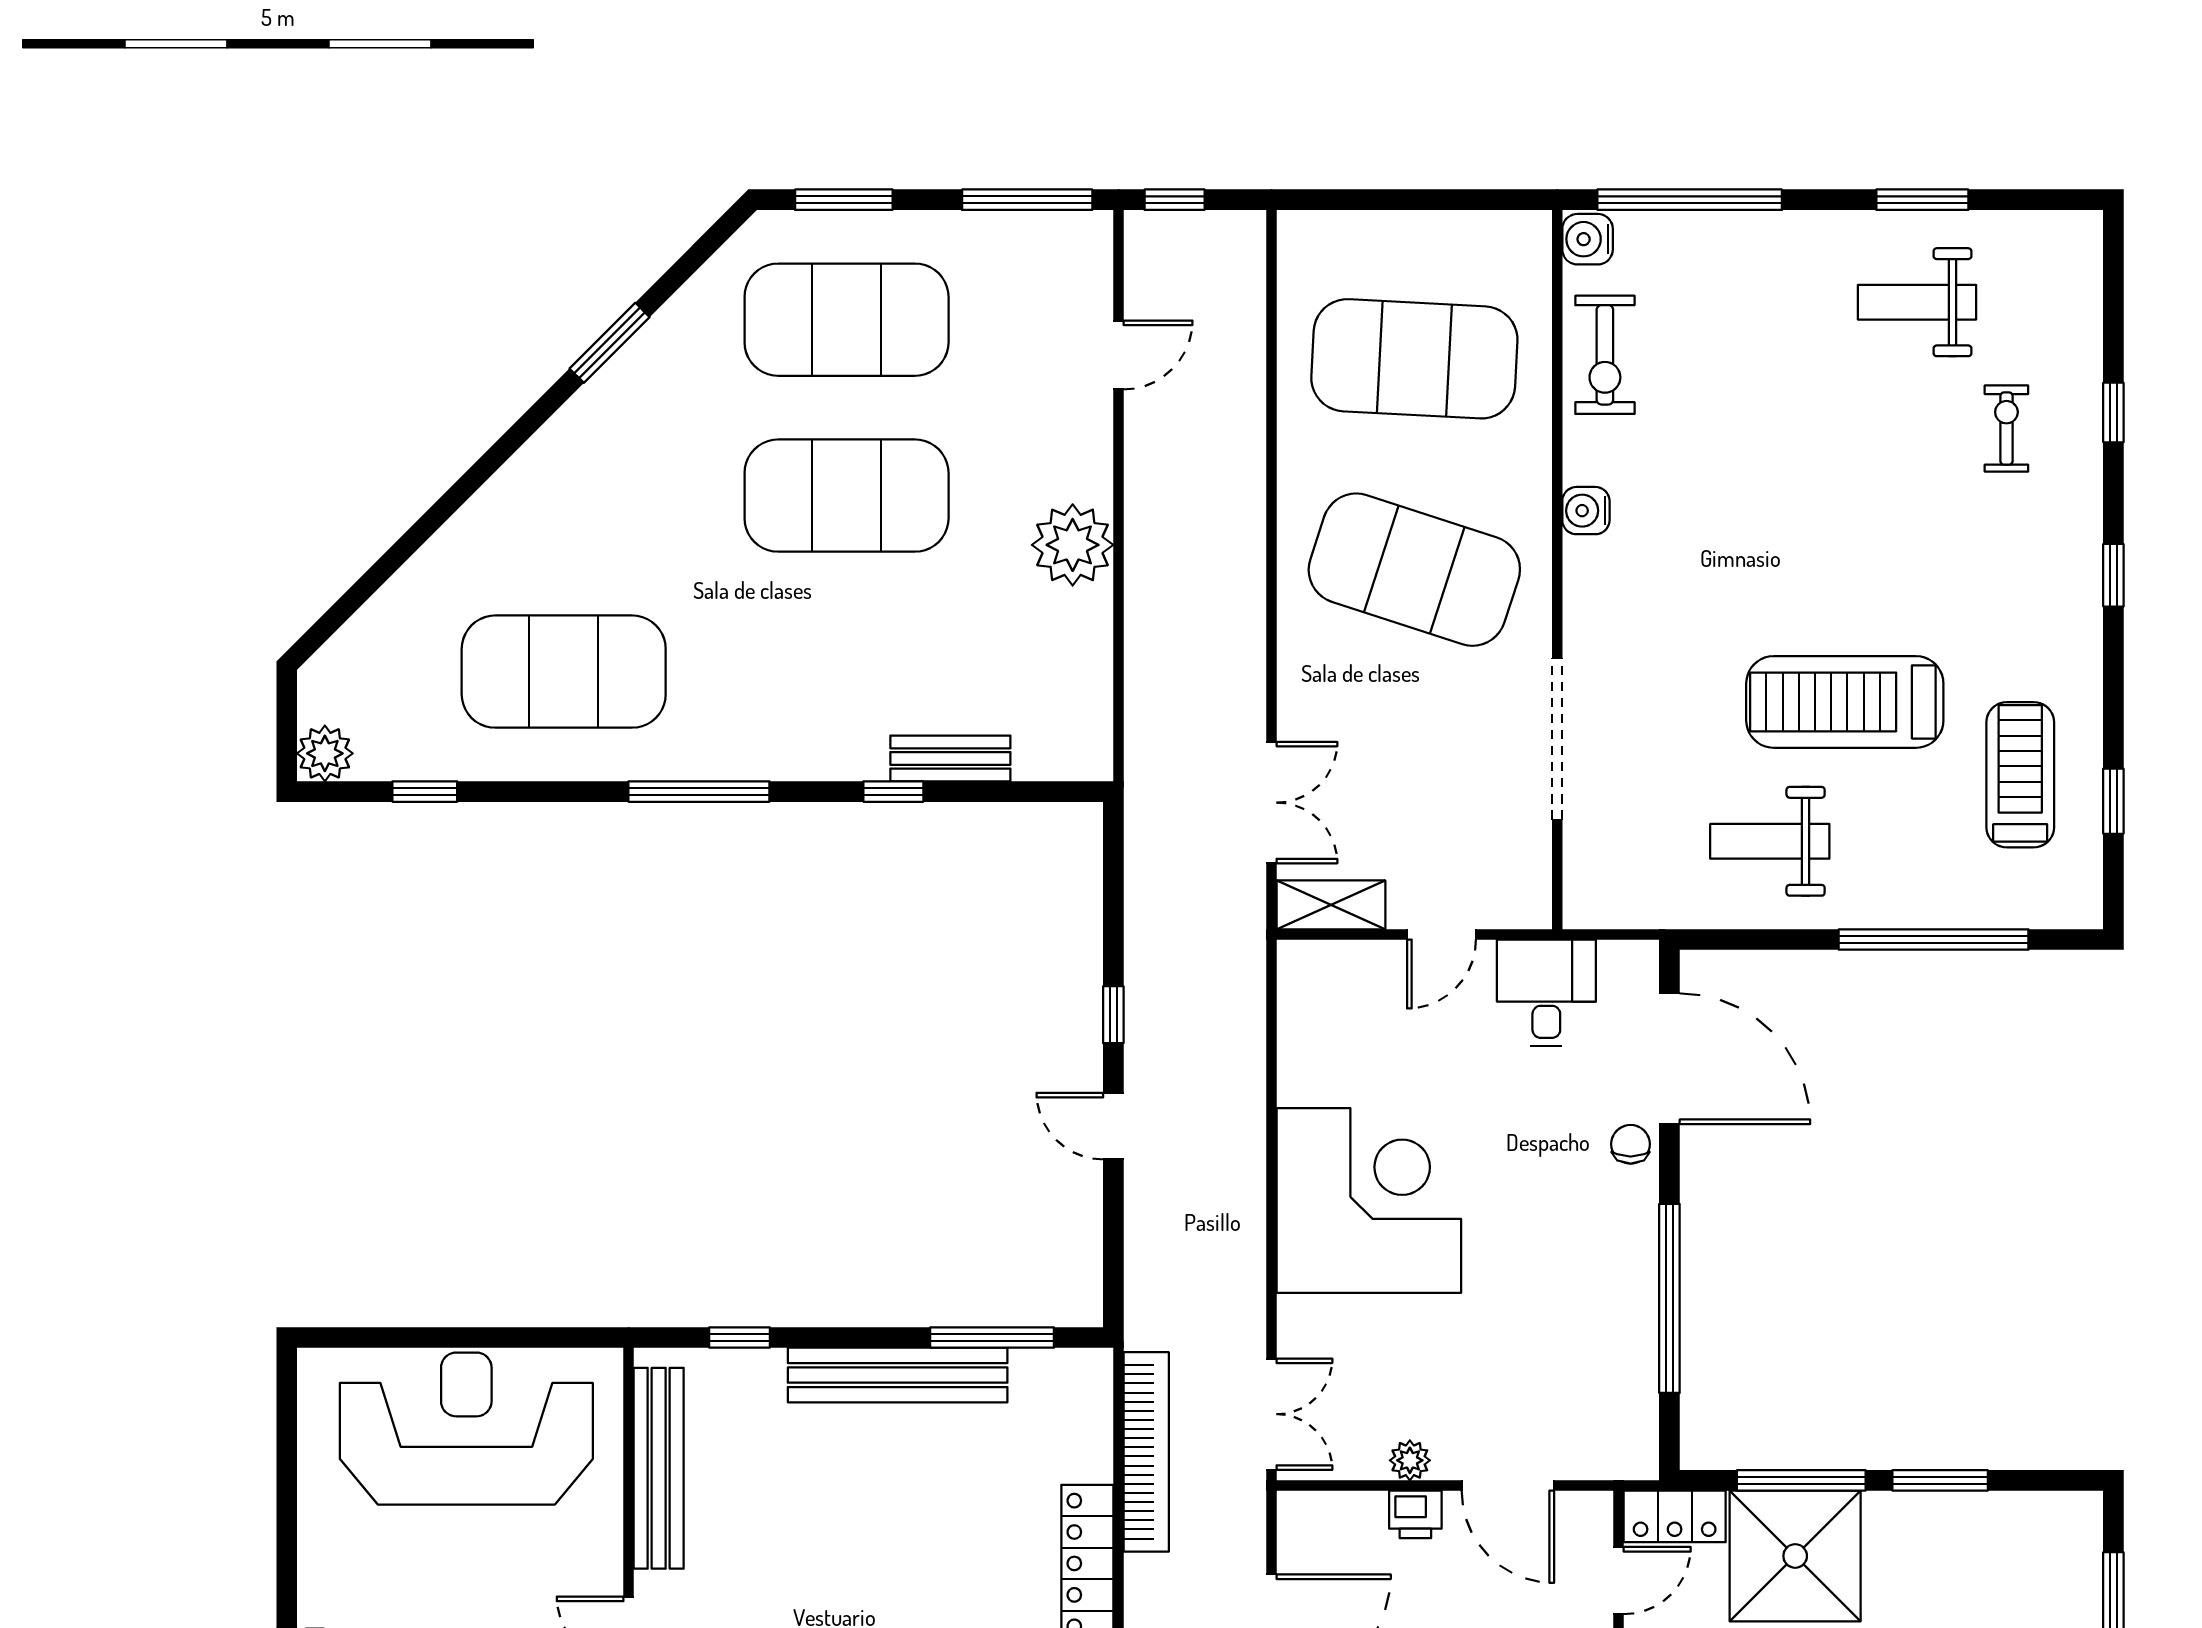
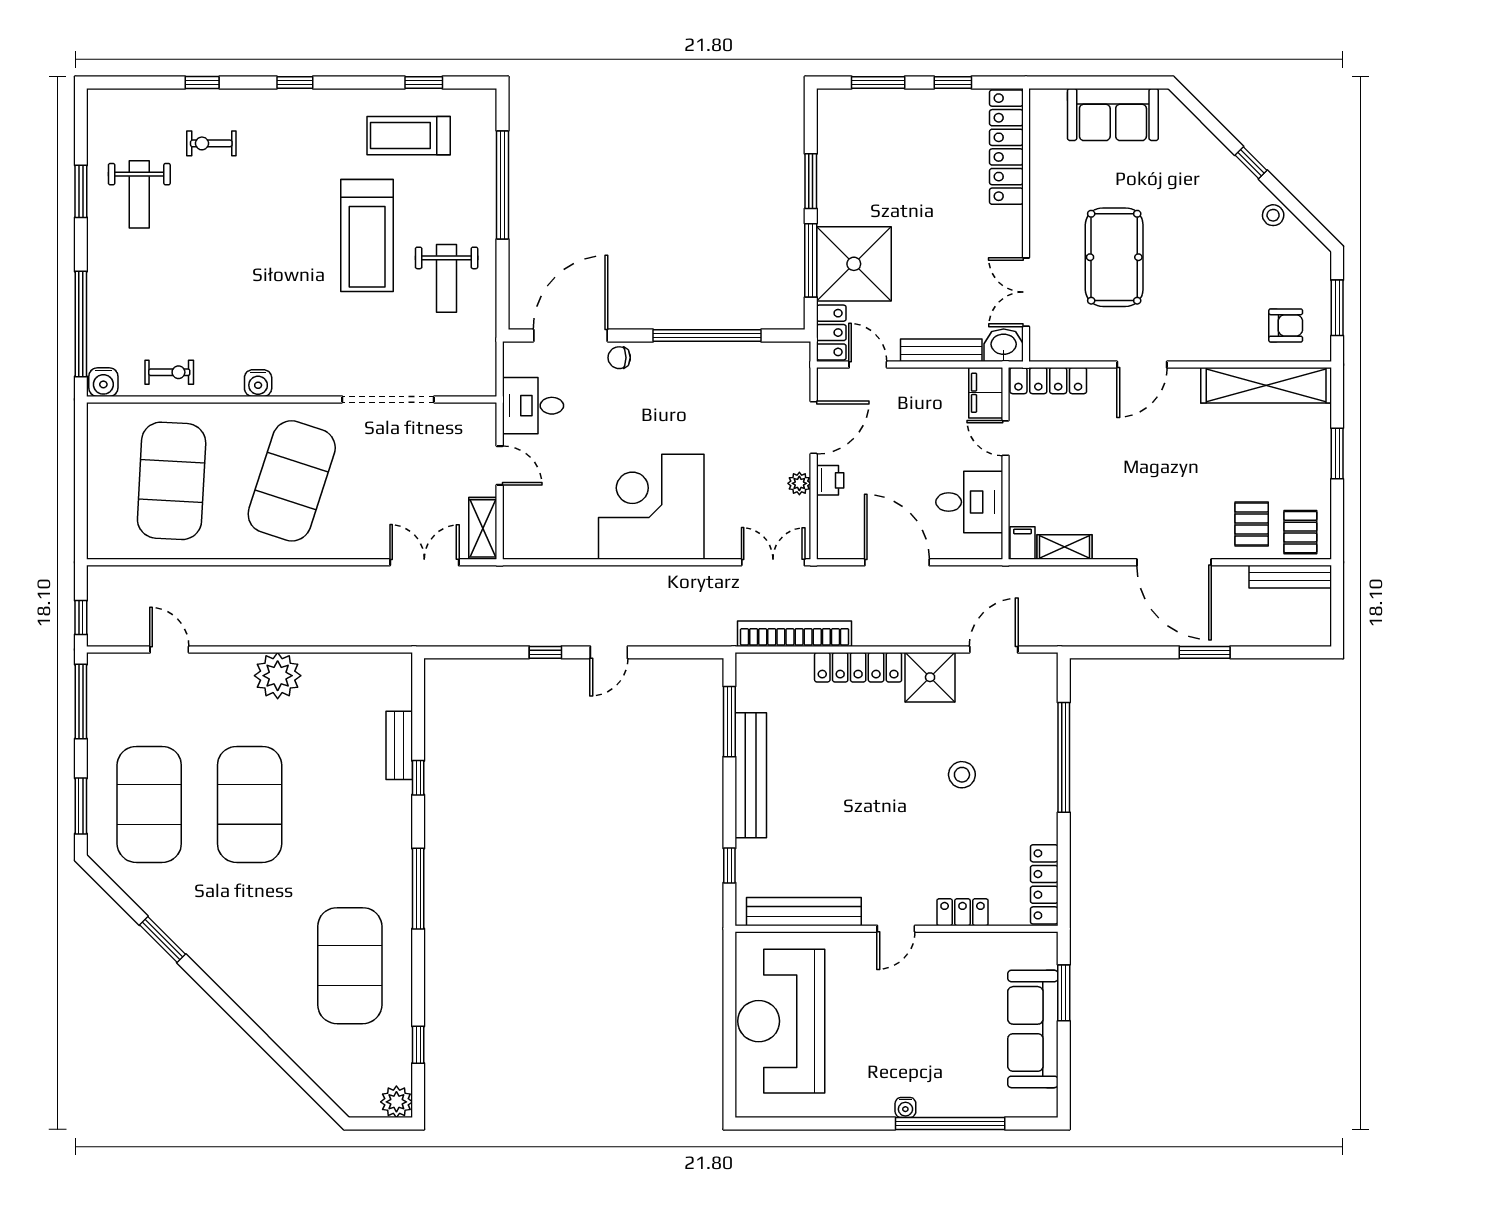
exercise bike: (1605, 355) -> (169, 372), width x0.73, depth x0.72

